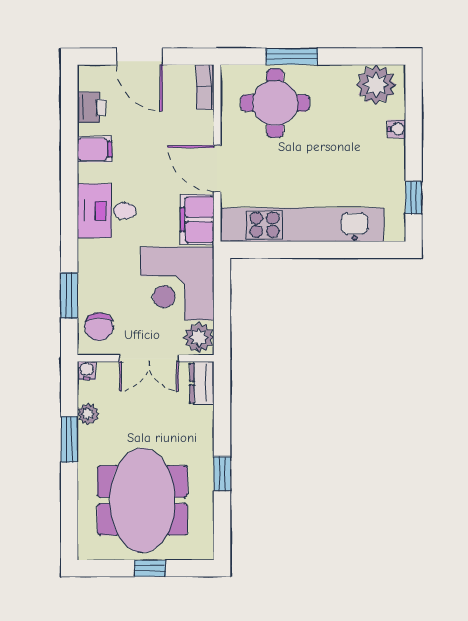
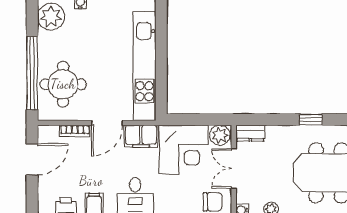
door: (139, 57) -> (32, 159), moved
window: (292, 57) -> (32, 73), width x2.11
bookcase: (205, 87) -> (75, 131), moved
double door: (149, 358) -> (234, 168), swing flipped

